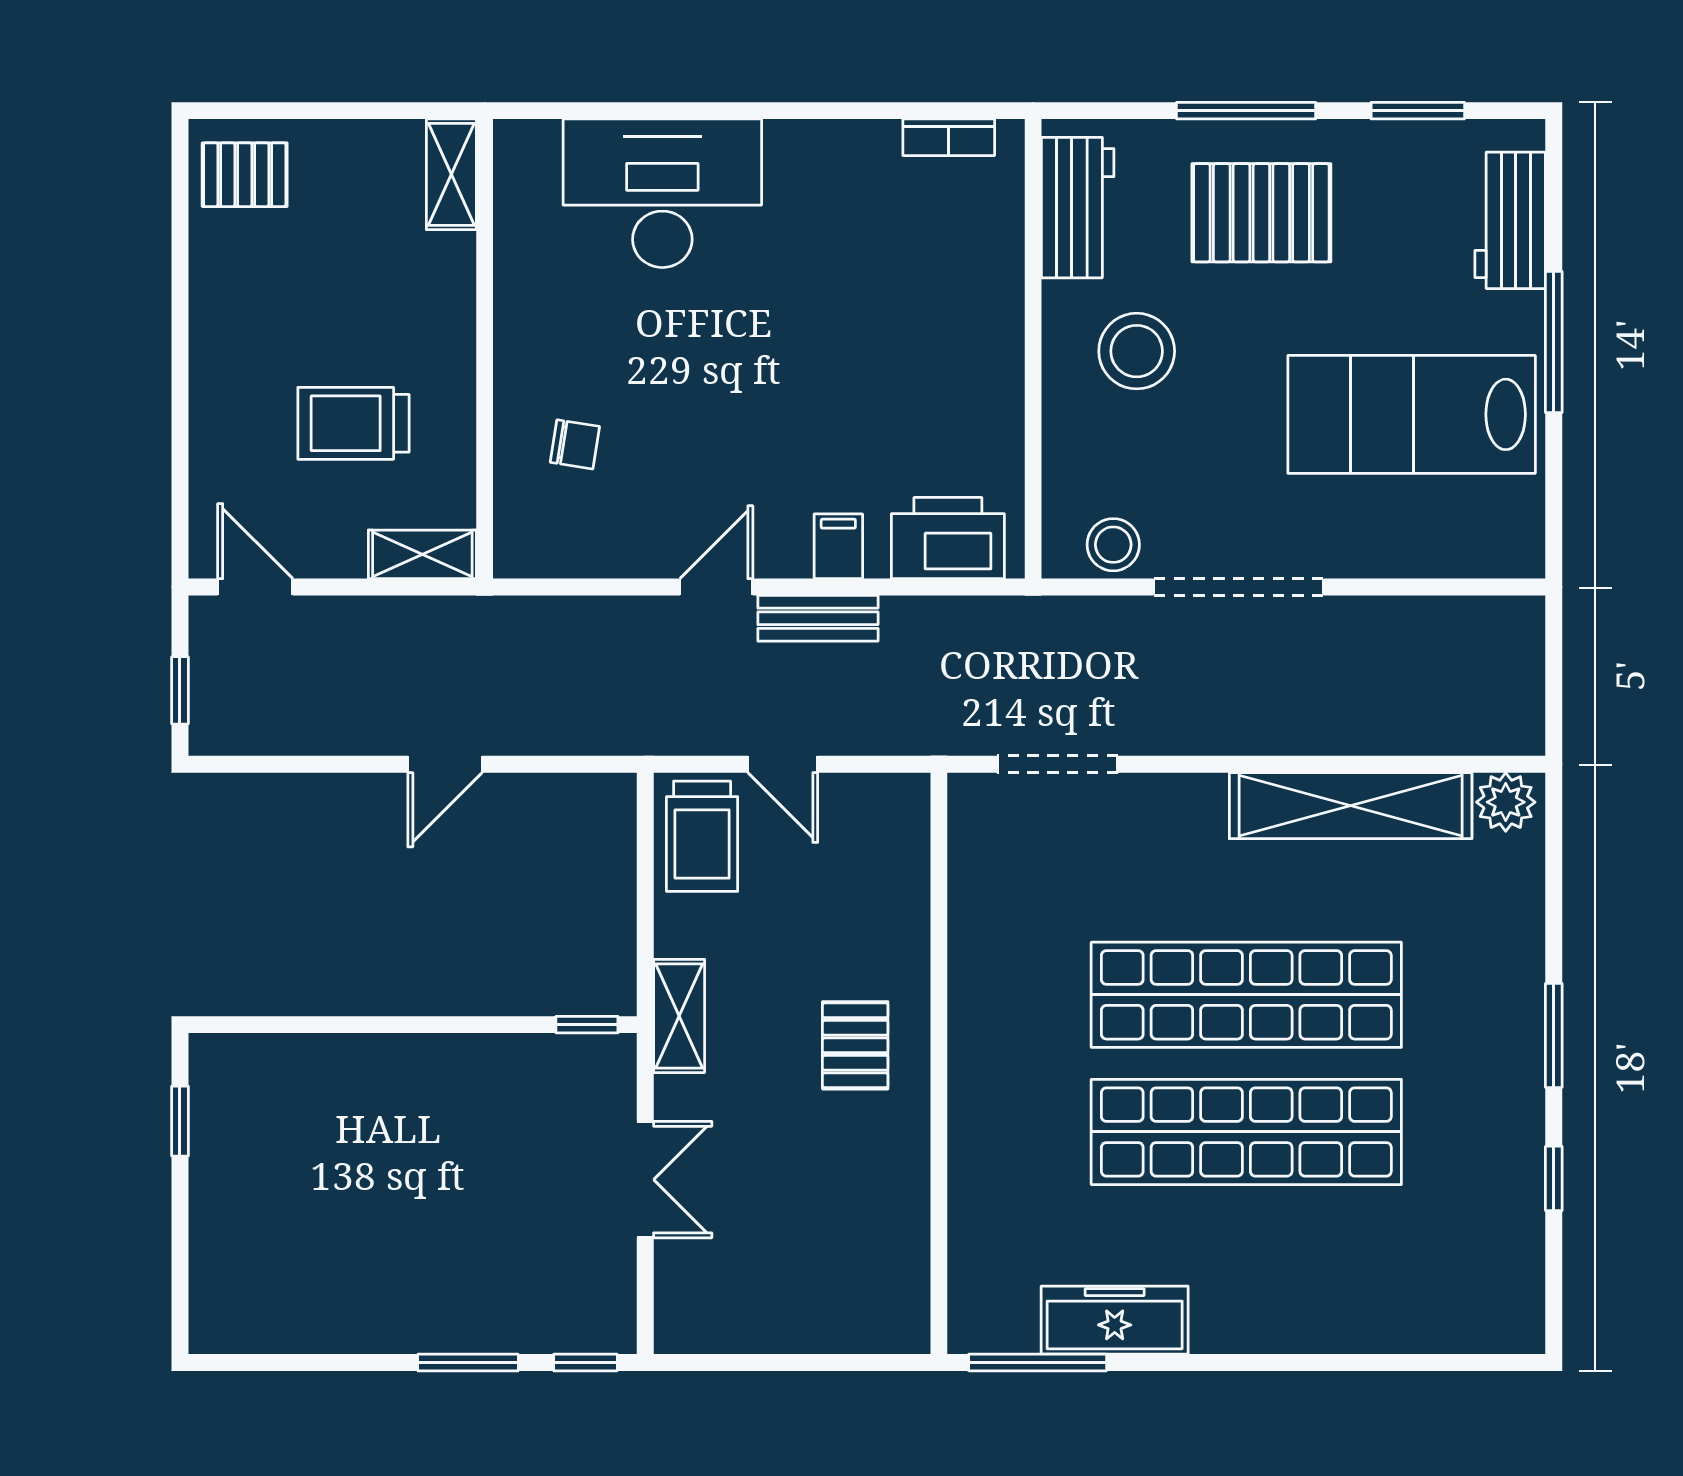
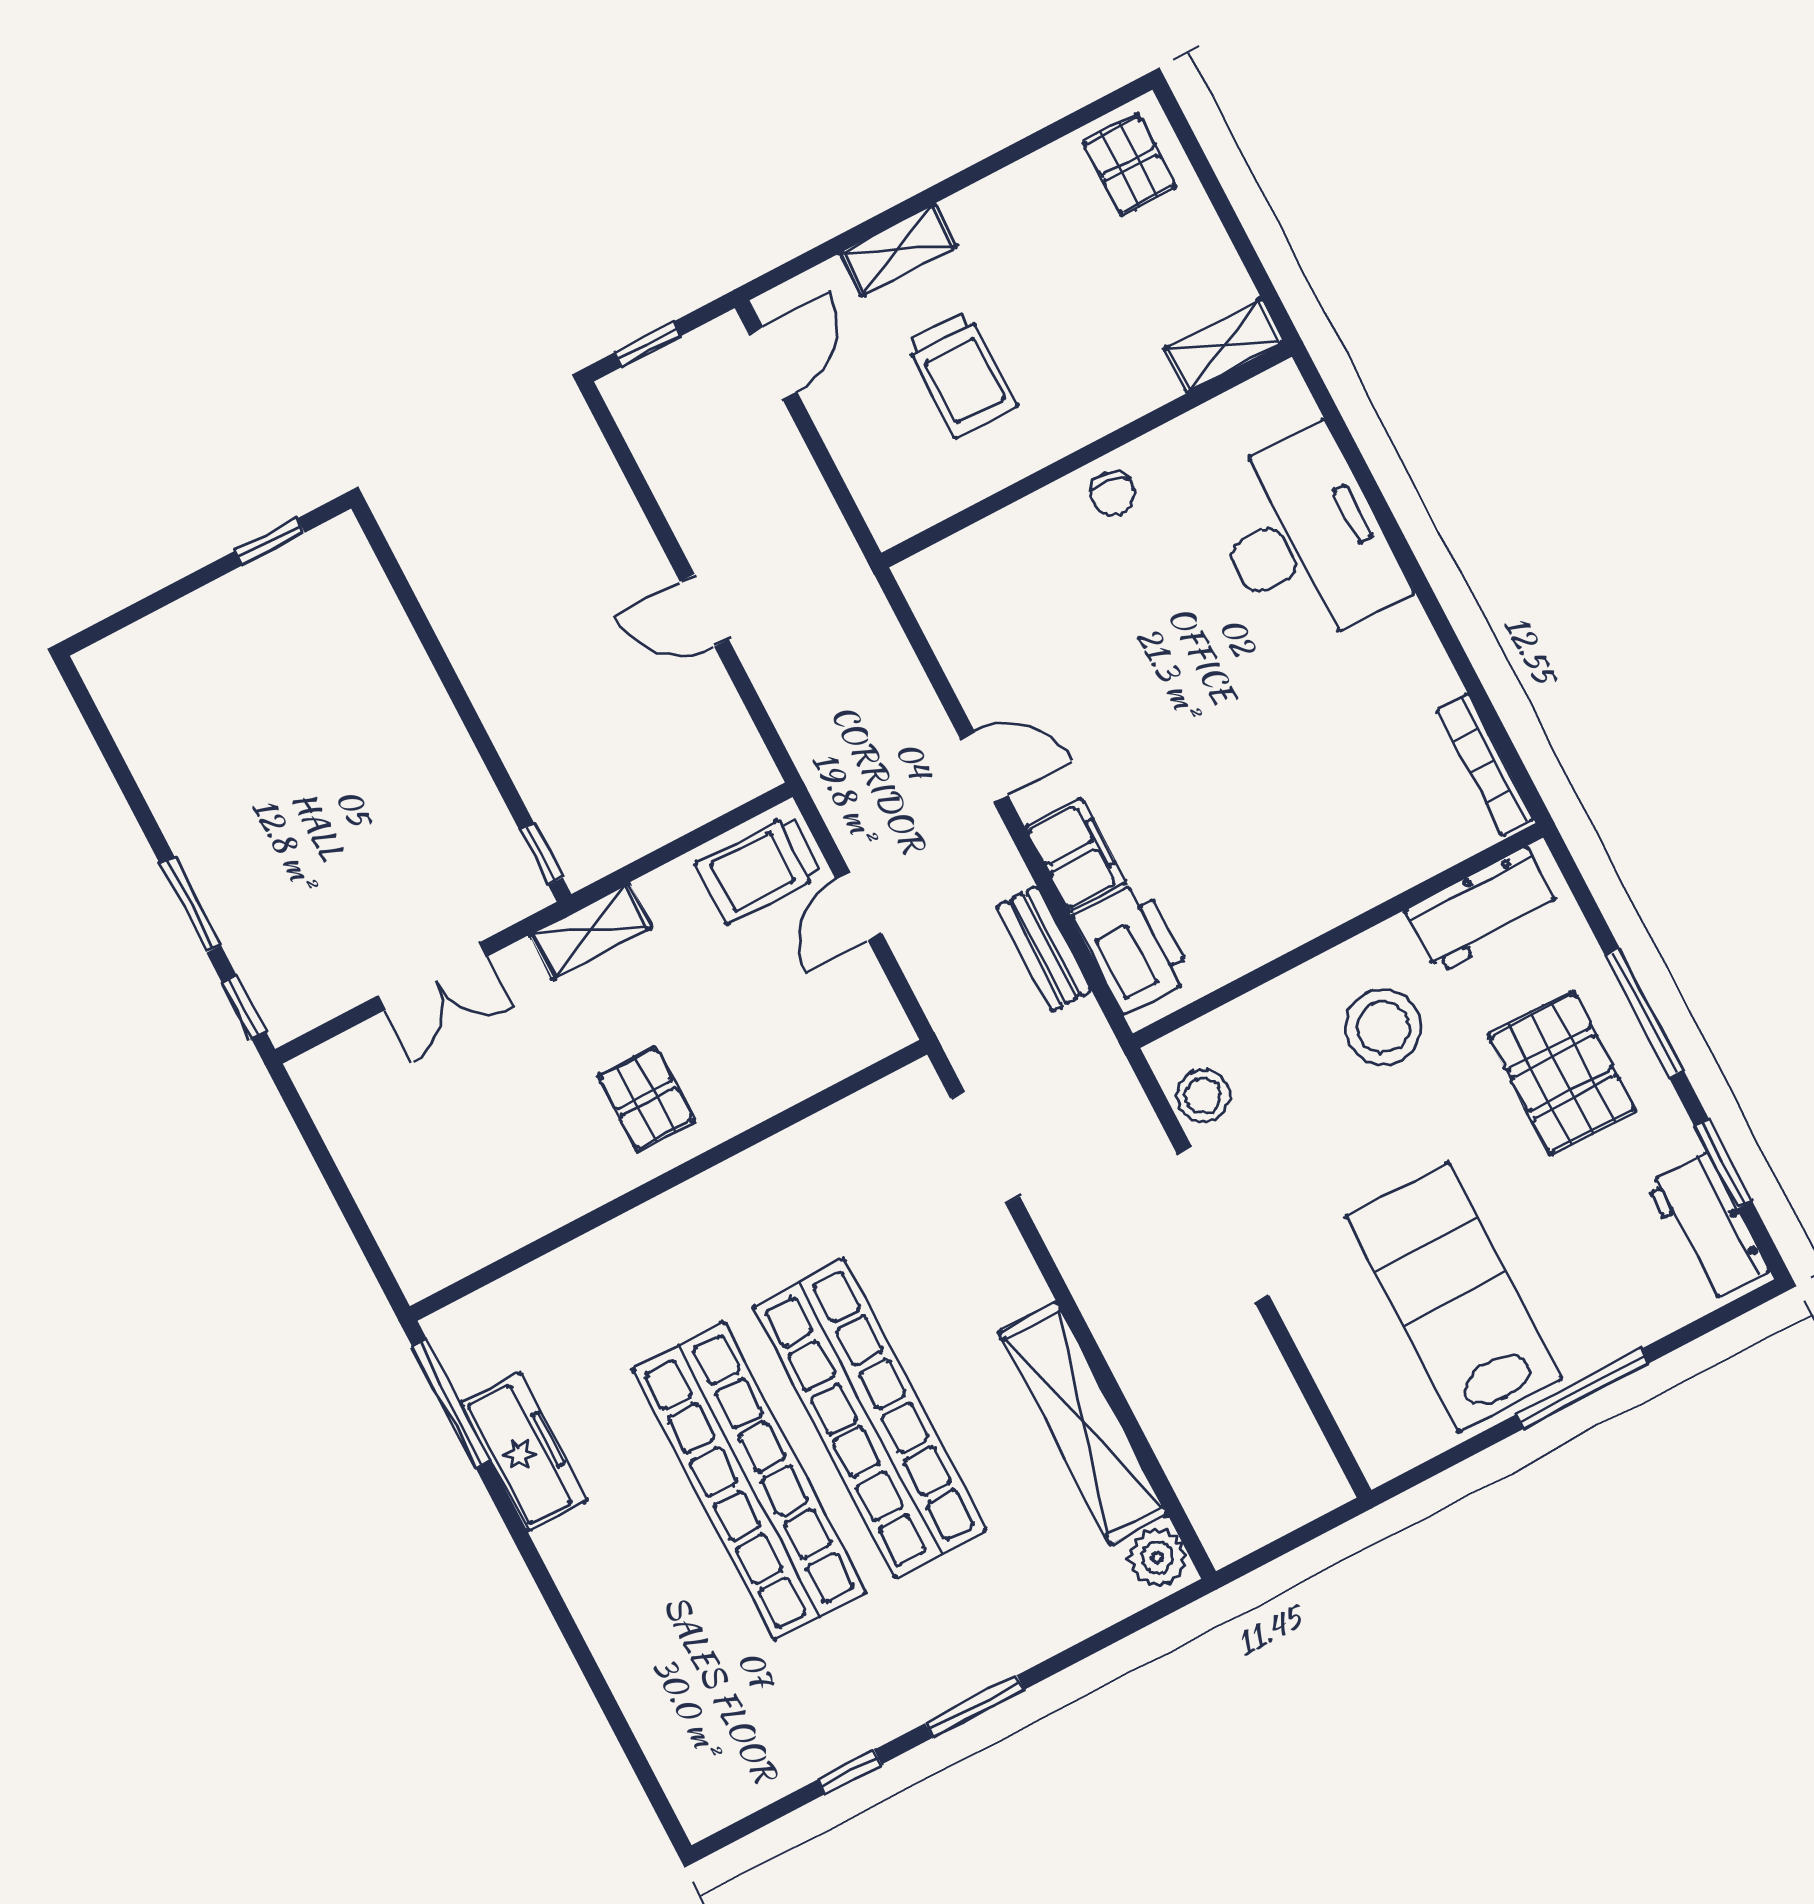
bookcase: (949, 137) -> (1485, 765), width x1.56
workbench: (1510, 220) -> (1708, 1227), moved, turned -90
trolley: (353, 423) -> (961, 374), turned 180
chair: (575, 444) -> (1112, 494), moved
filing cabinet: (838, 546) -> (1076, 855), width x2.00
shelving: (422, 554) -> (898, 250), moved, turned 90
bench: (818, 618) -> (1044, 949), moved
pallet: (855, 1045) -> (646, 1099), turned 90

